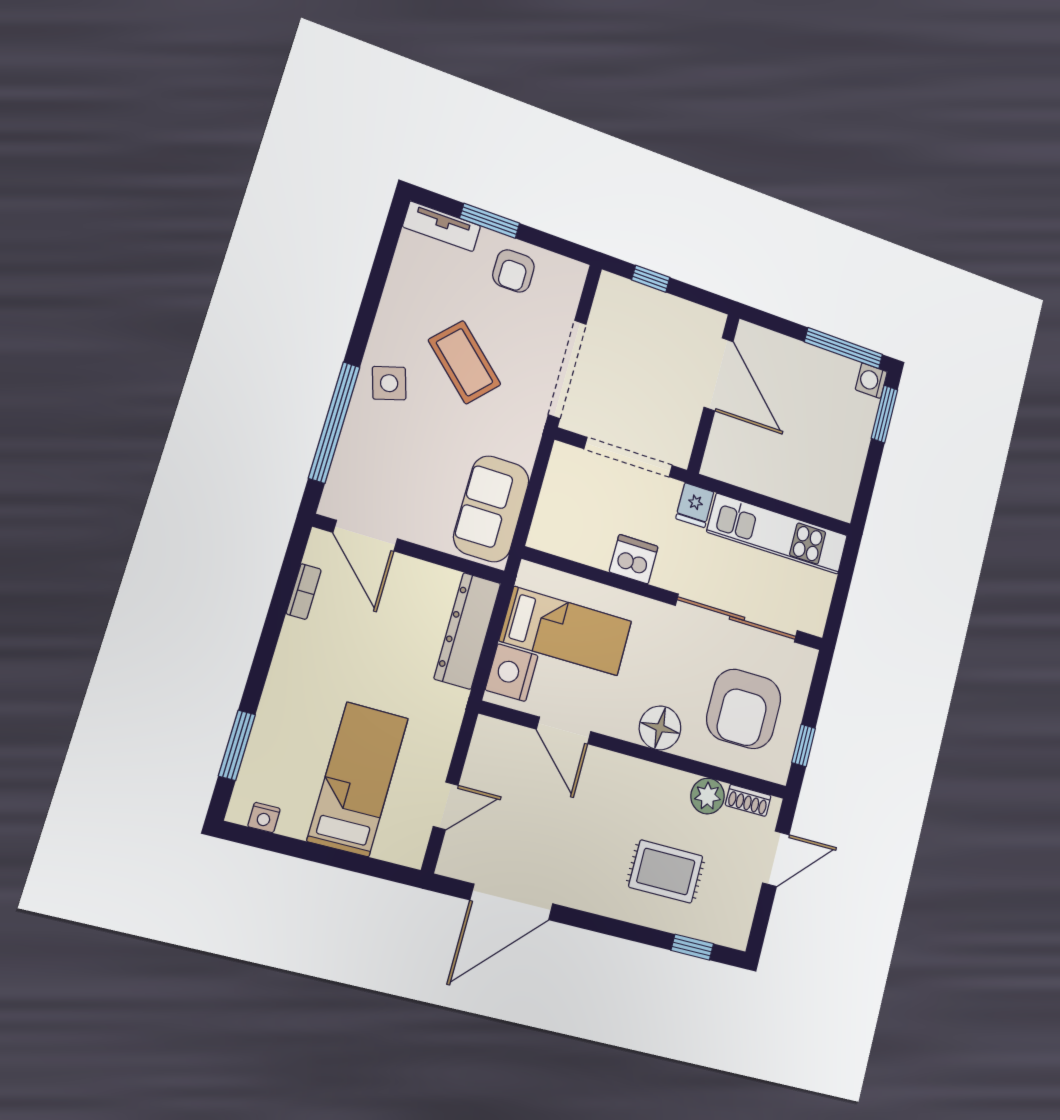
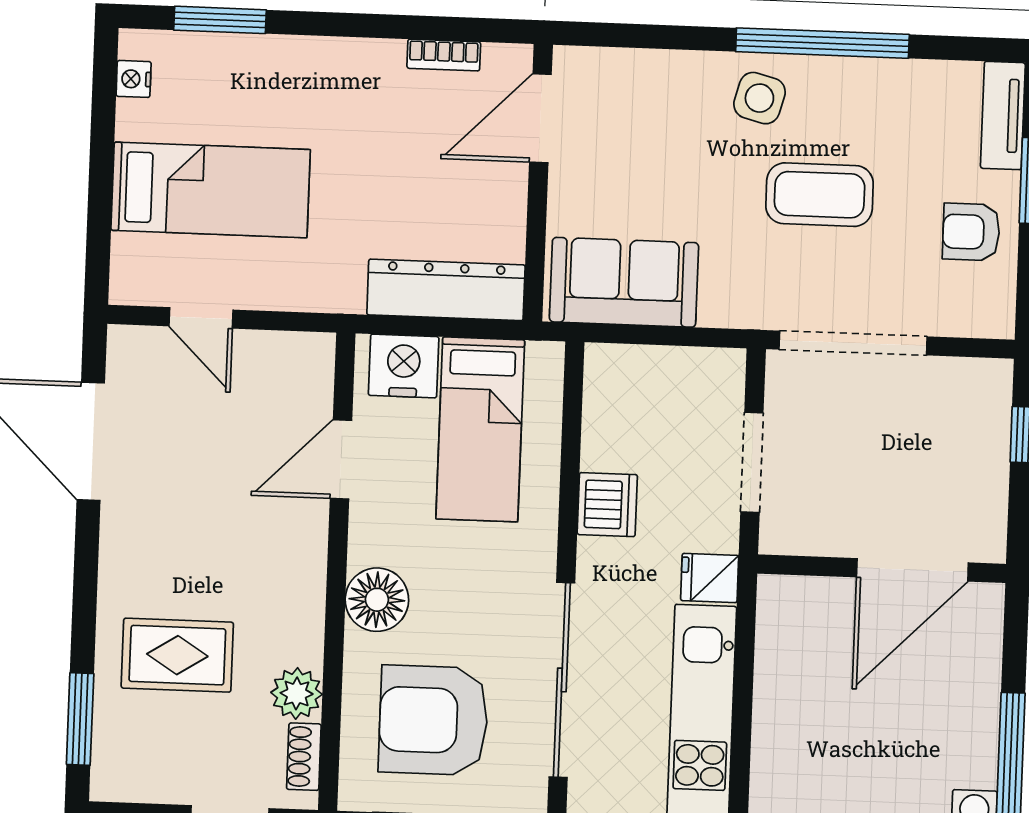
coffee table: (465, 362) -> (820, 195), turned 47
side table: (389, 383) -> (759, 98), turned 32
window: (334, 423) -> (822, 43), moved
doorway: (628, 457) -> (752, 462), width x0.73
rug: (666, 872) -> (177, 655), turned 90
window: (692, 947) -> (80, 719), width x1.50

